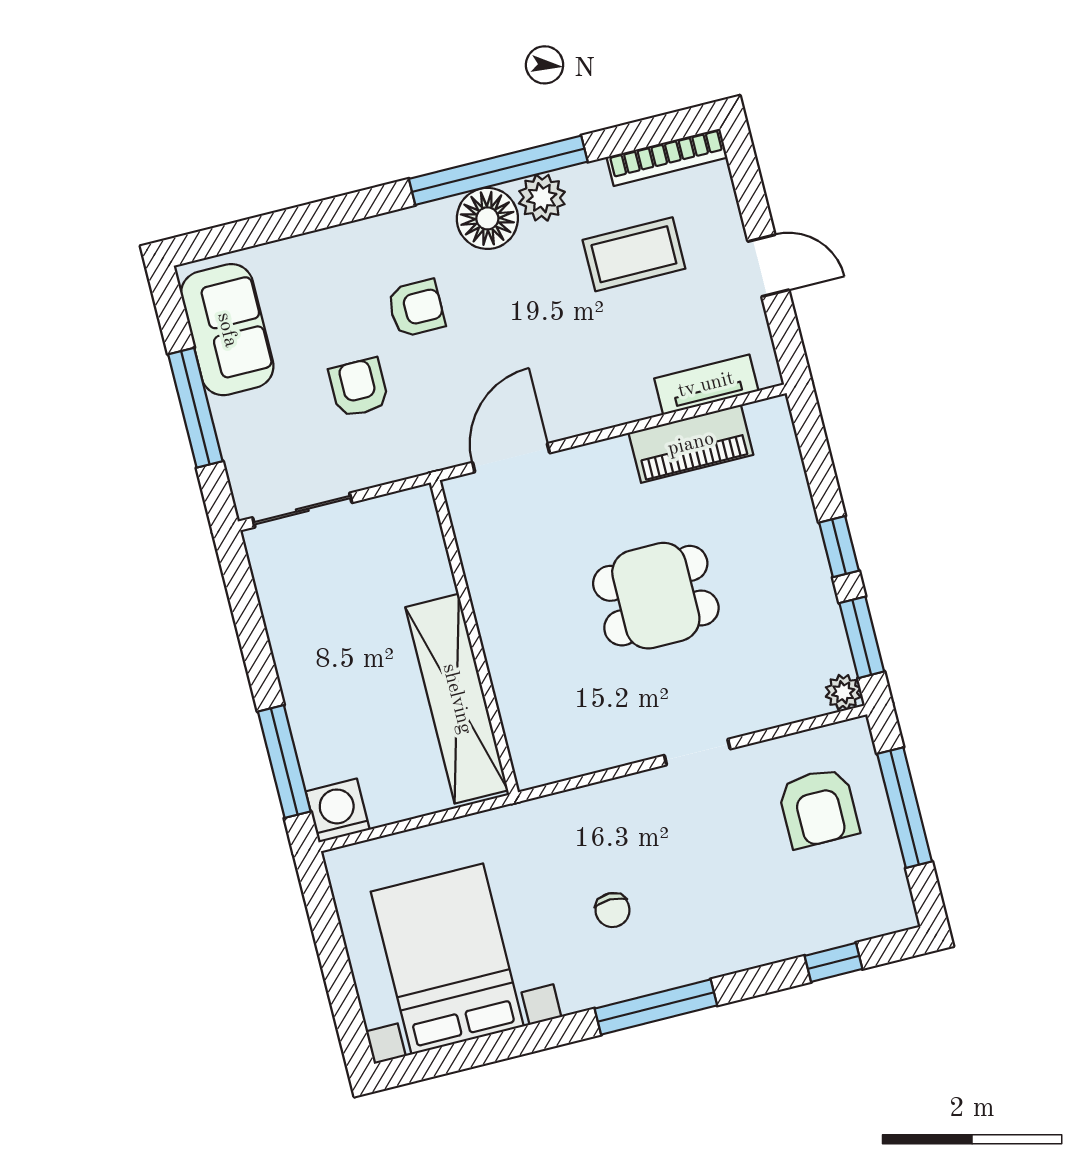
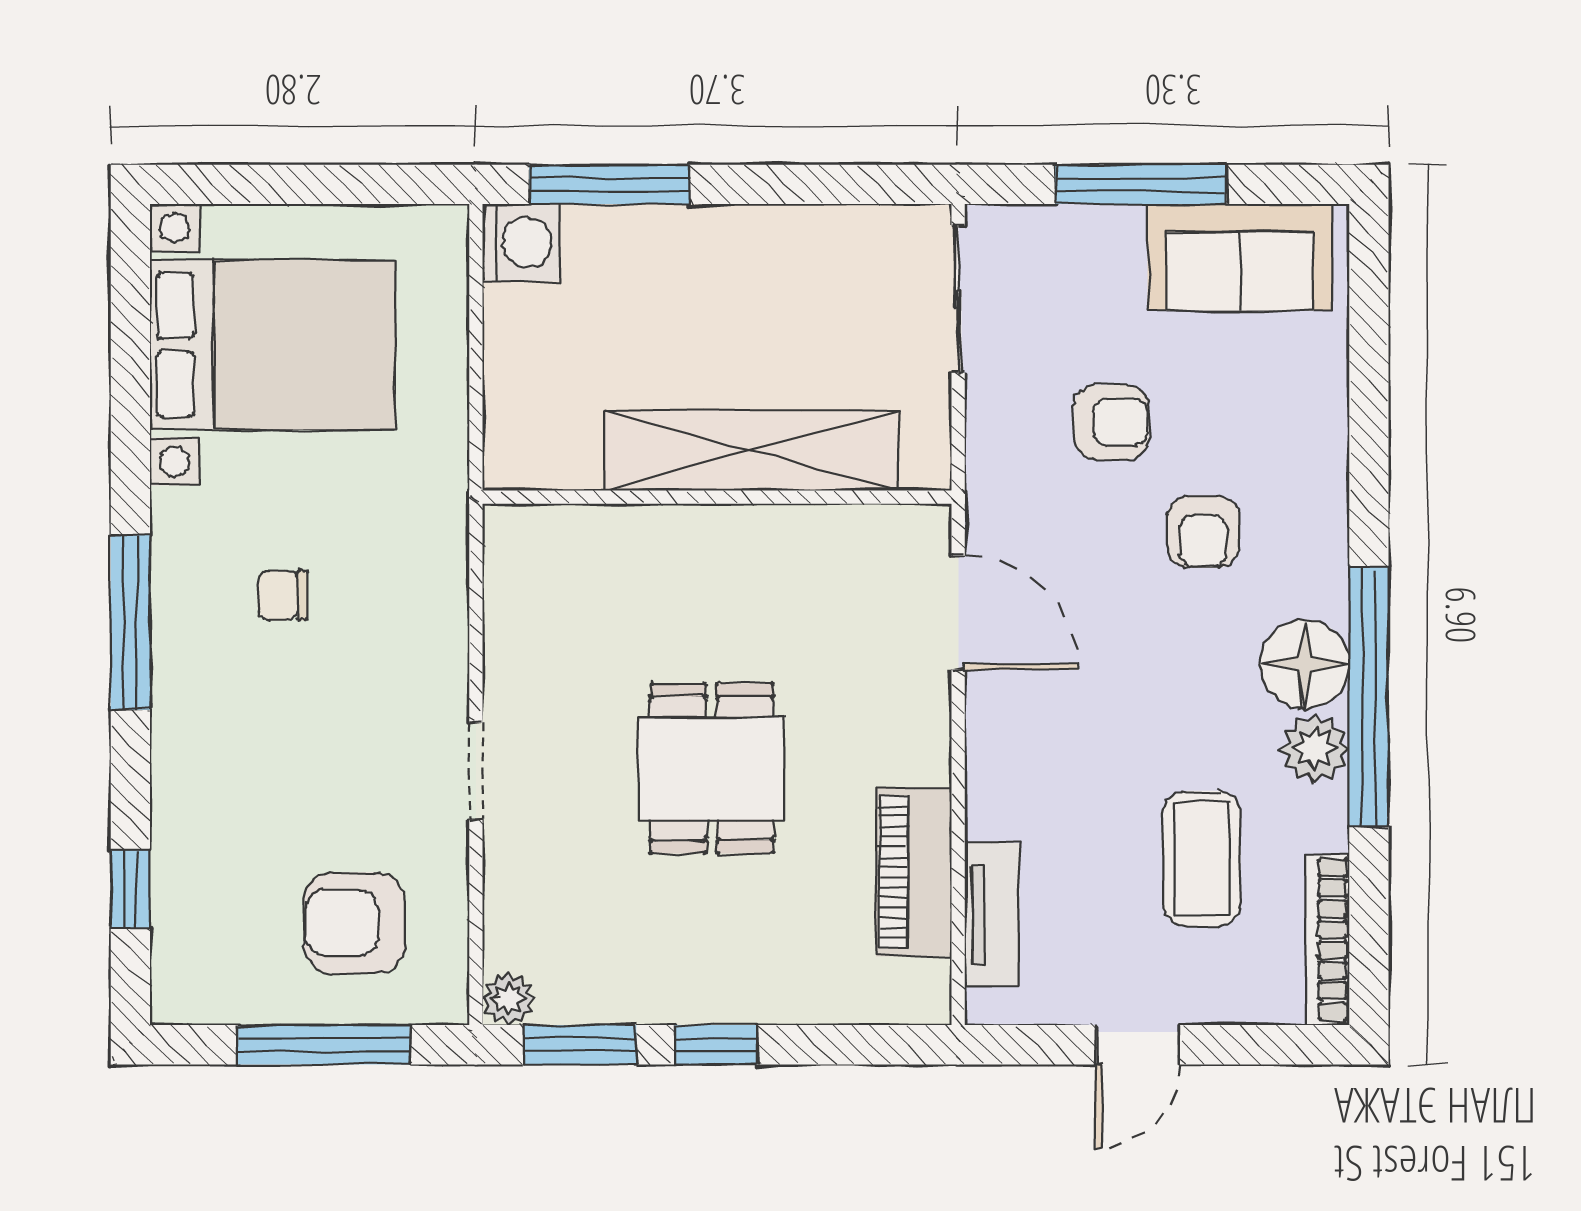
shelving: (457, 699) -> (752, 450), moved

